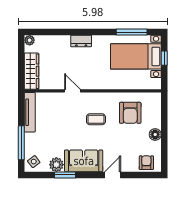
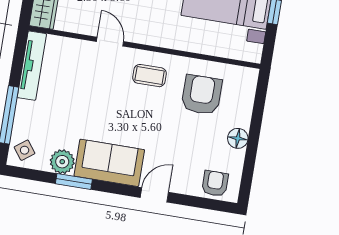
armchair: (130, 113) -> (202, 95), turned 180
coffee table: (96, 119) -> (150, 76), moved

